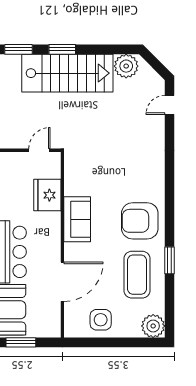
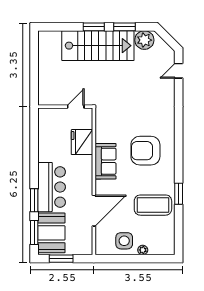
window: (19, 49) -> (124, 27), moved
armchair: (140, 221) -> (145, 151), moved
coffee table: (137, 275) -> (153, 205), turned 90
plant: (153, 326) -> (143, 250), moved, width x0.53, depth x0.53

